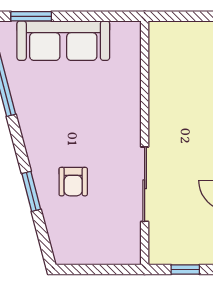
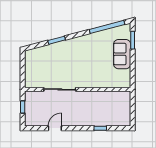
sofa: (63, 41) -> (122, 54), width x0.73
armchair: (73, 182) -> (61, 58), removed

